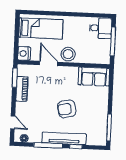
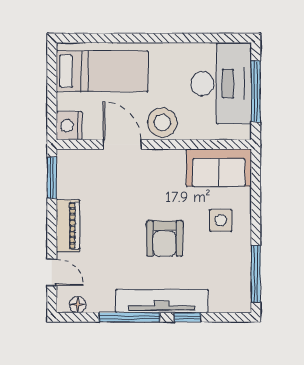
desk: (100, 28) -> (221, 84), width x1.87, depth x1.30
piano: (22, 89) -> (68, 226), moved
side table: (94, 101) -> (221, 220), added
armchair: (67, 109) -> (165, 238), turned -78

